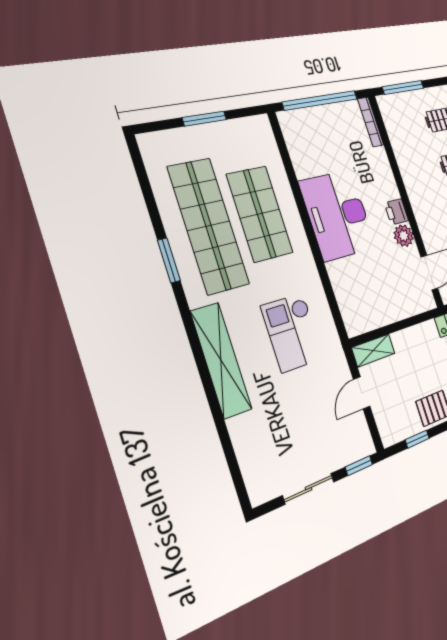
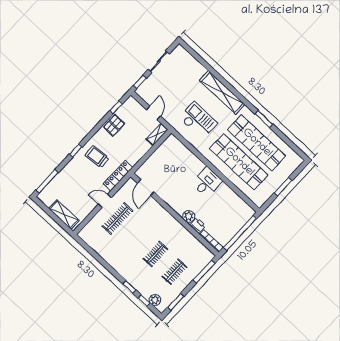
printer: (396, 212) -> (198, 226), moved
shop shelf: (260, 214) -> (239, 162), width x1.40
desk: (338, 215) -> (207, 182), width x0.53, depth x0.77
plant: (404, 236) -> (189, 216), moved

